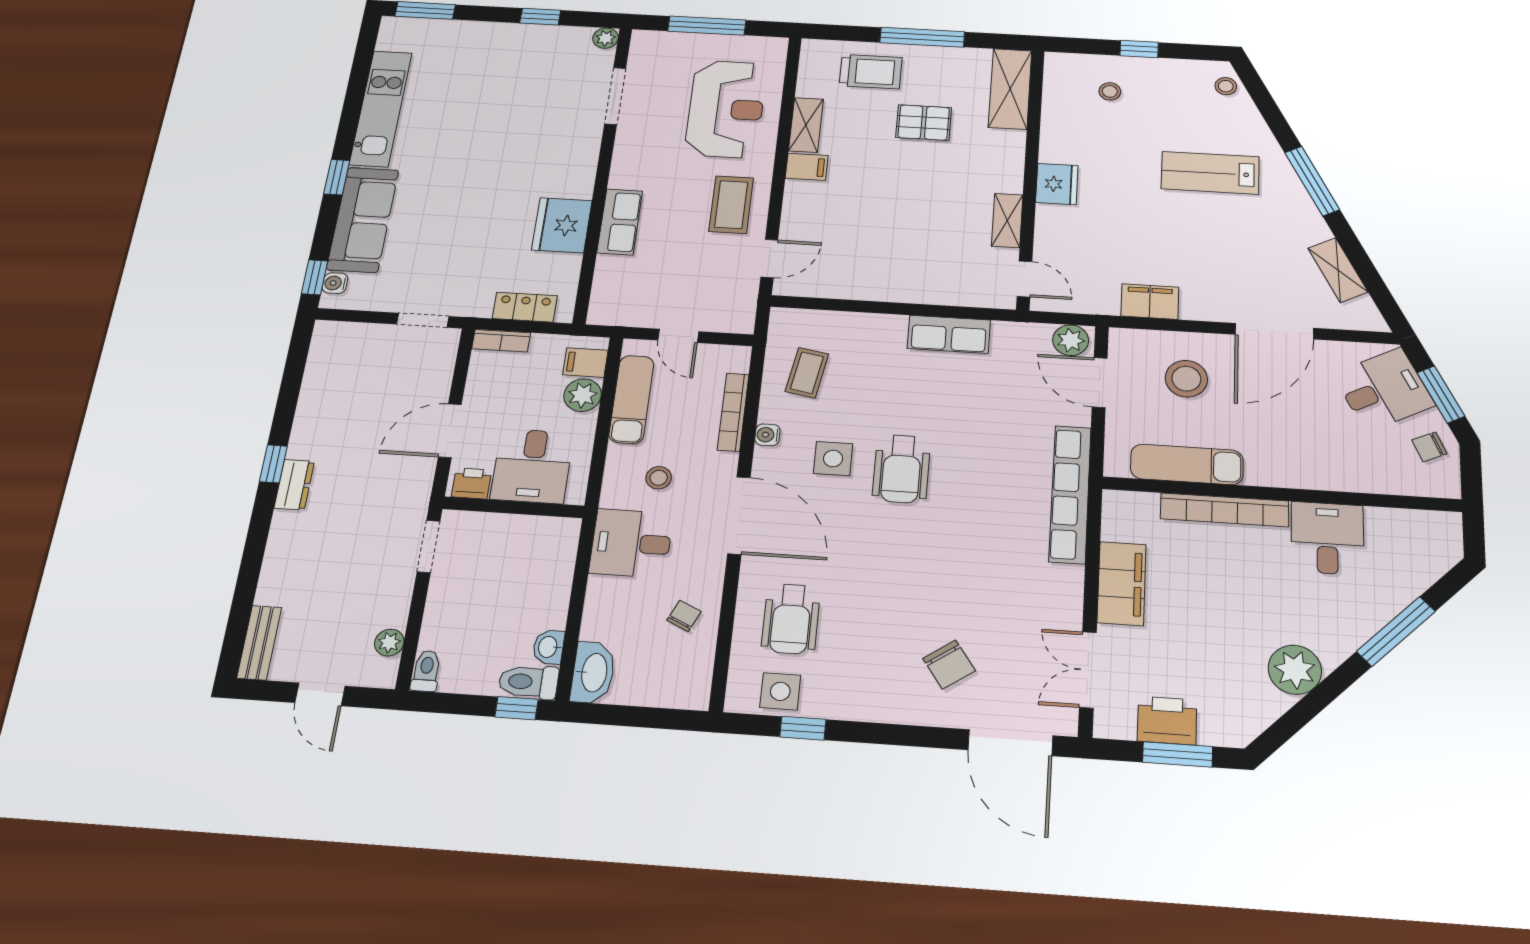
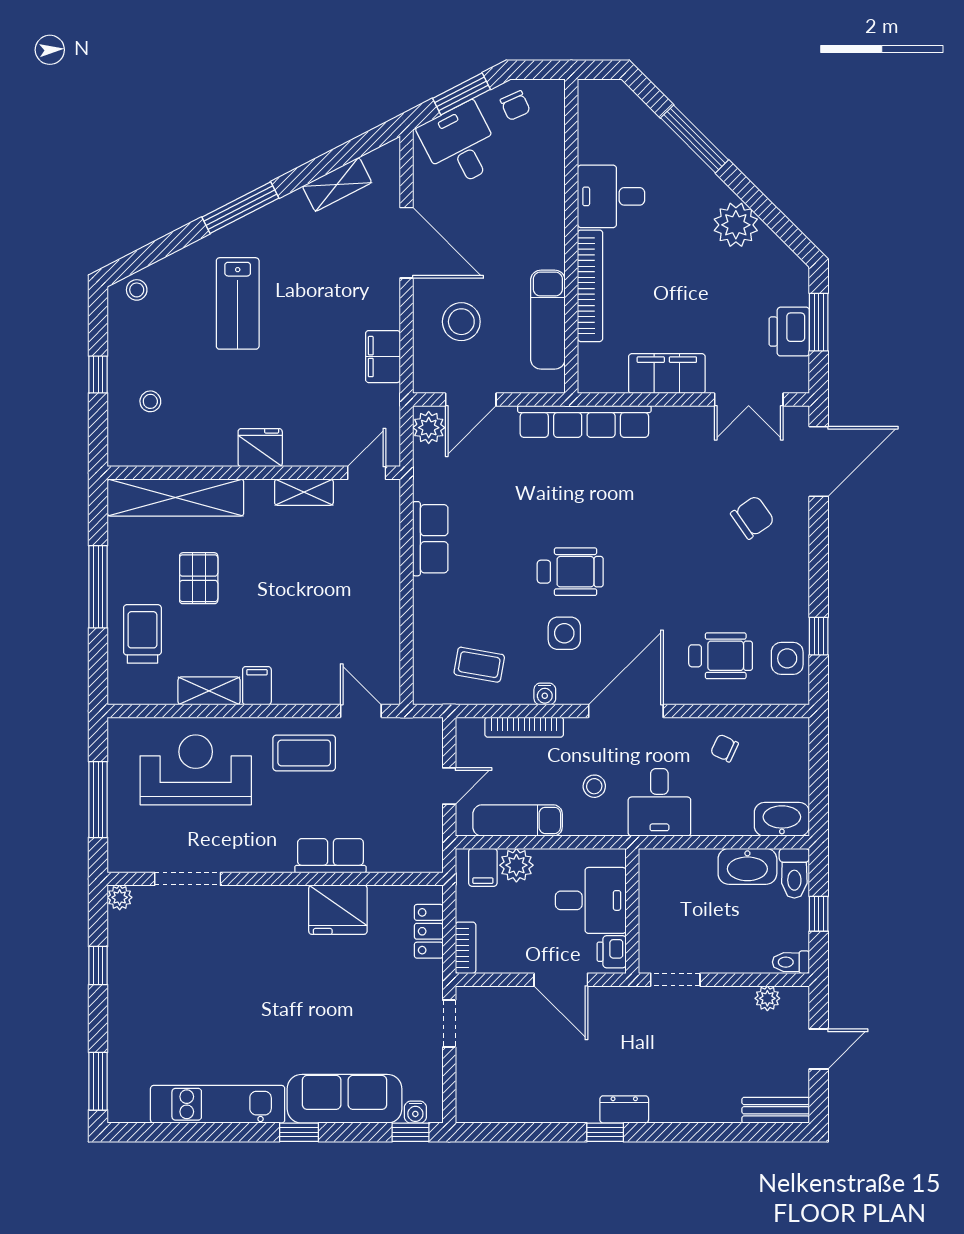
shelving: (1010, 89) -> (175, 498), width x1.47
washbasin: (549, 647) -> (747, 866), width x1.91, depth x1.45
window: (517, 708) -> (819, 914), moved

